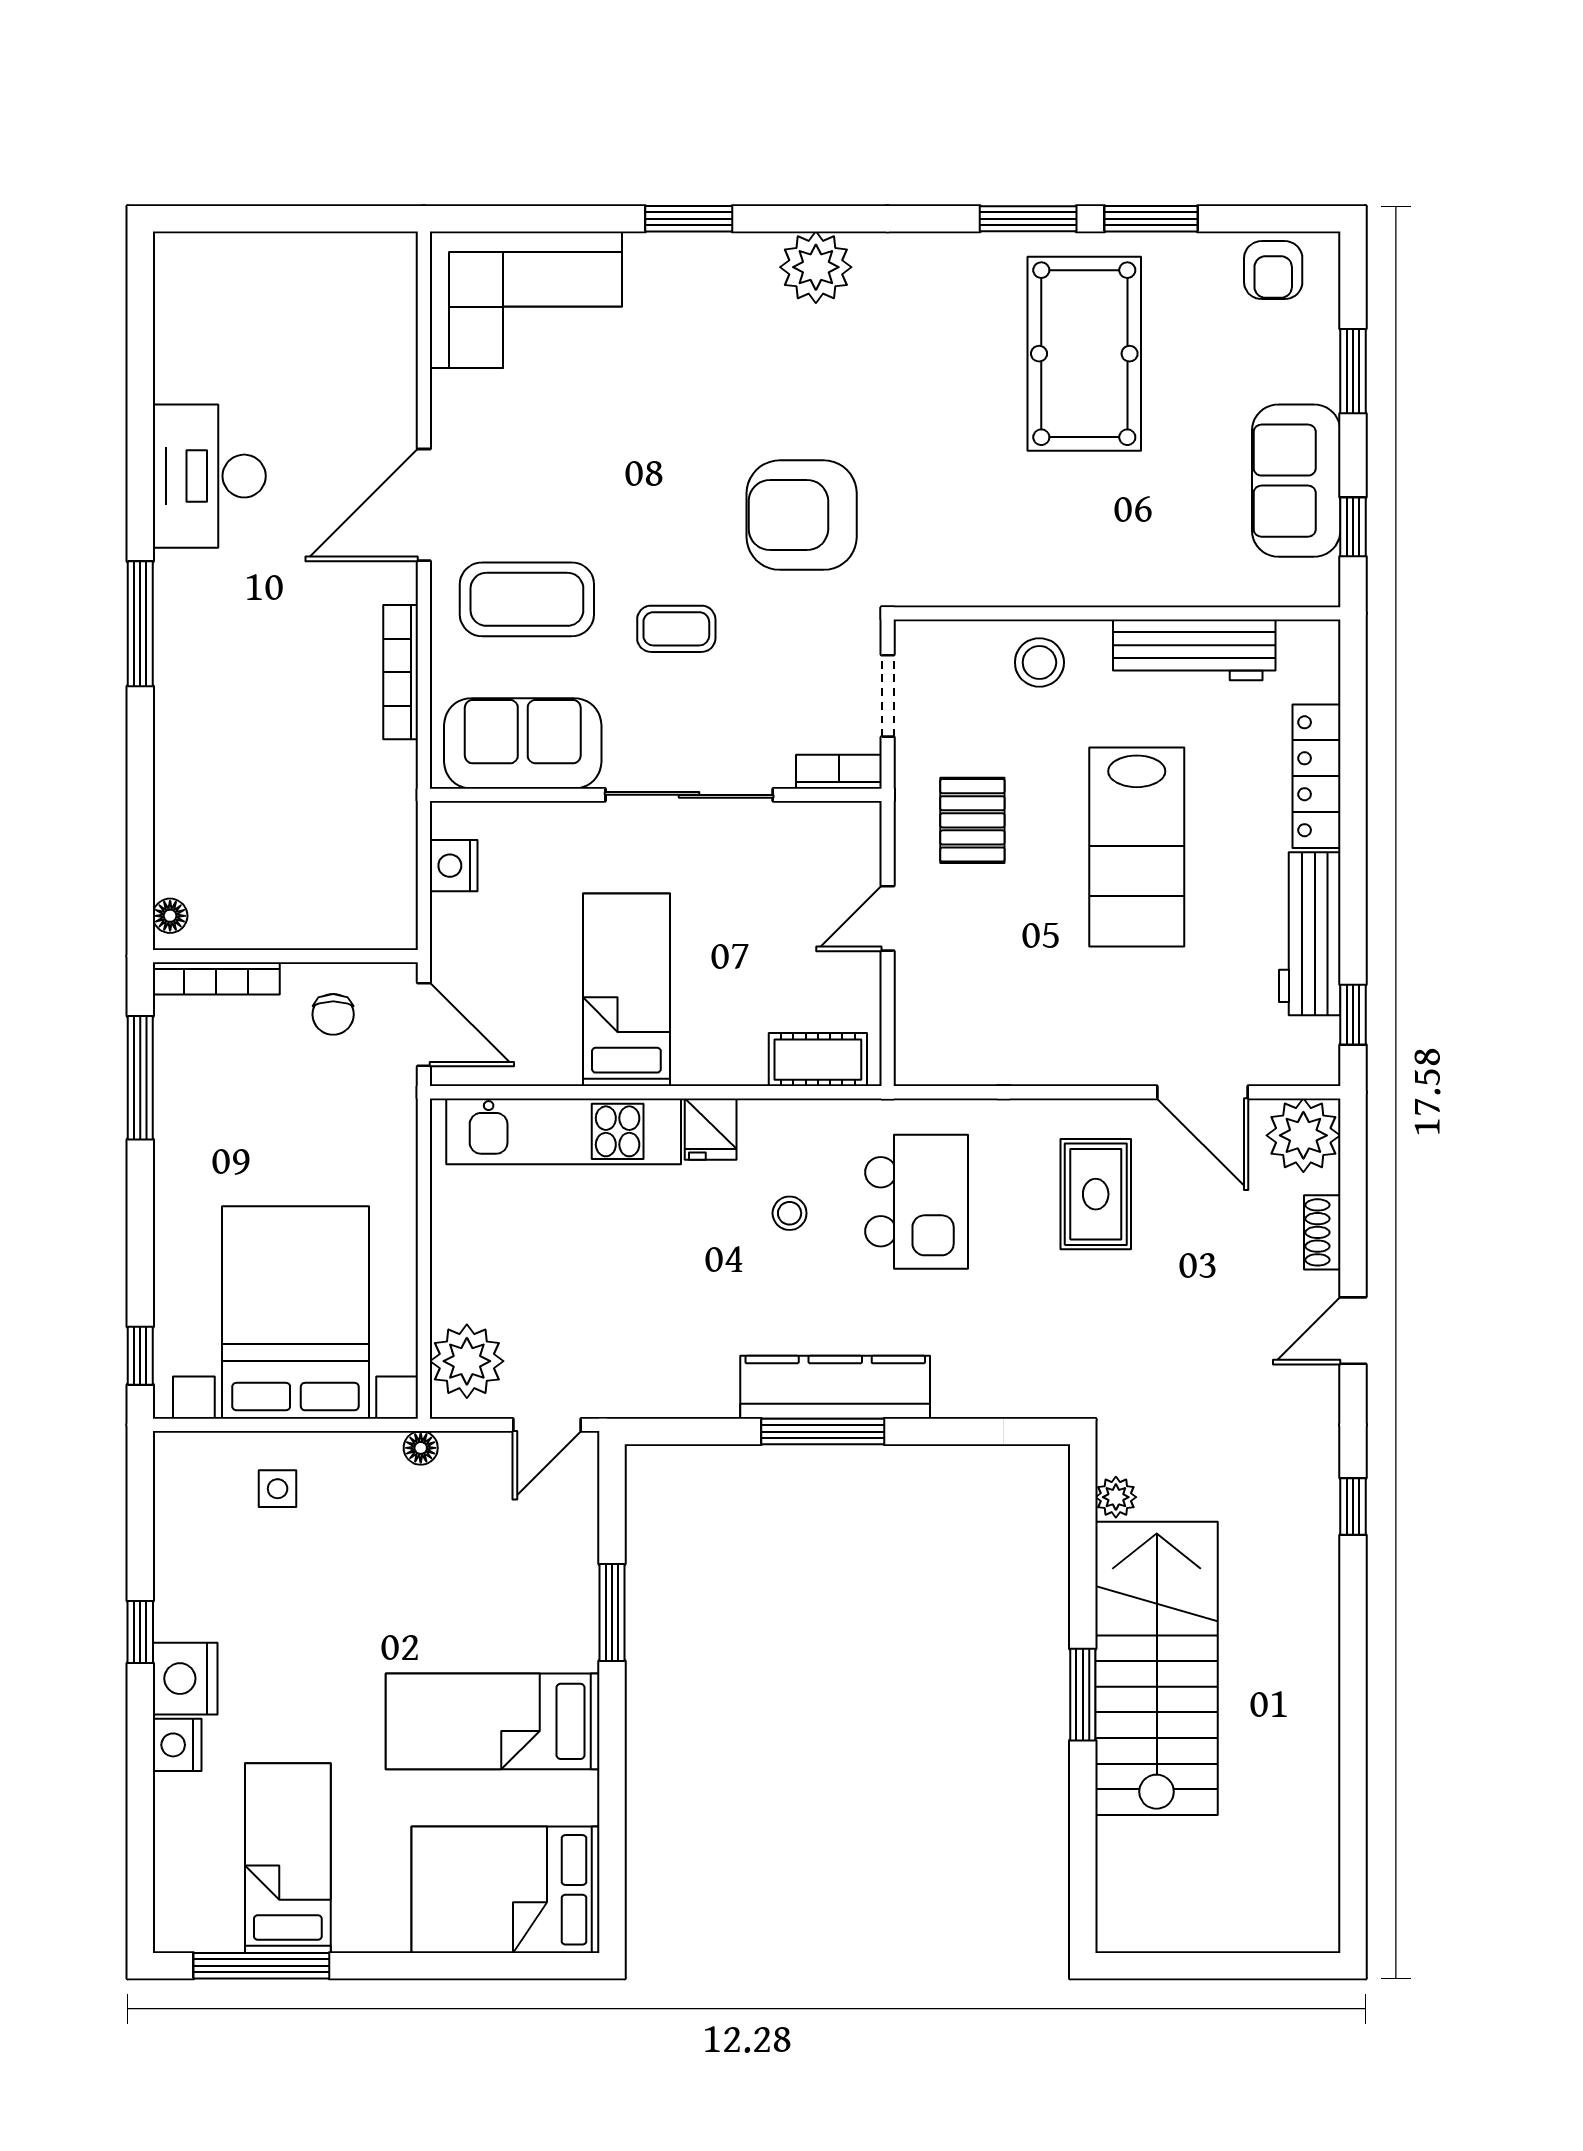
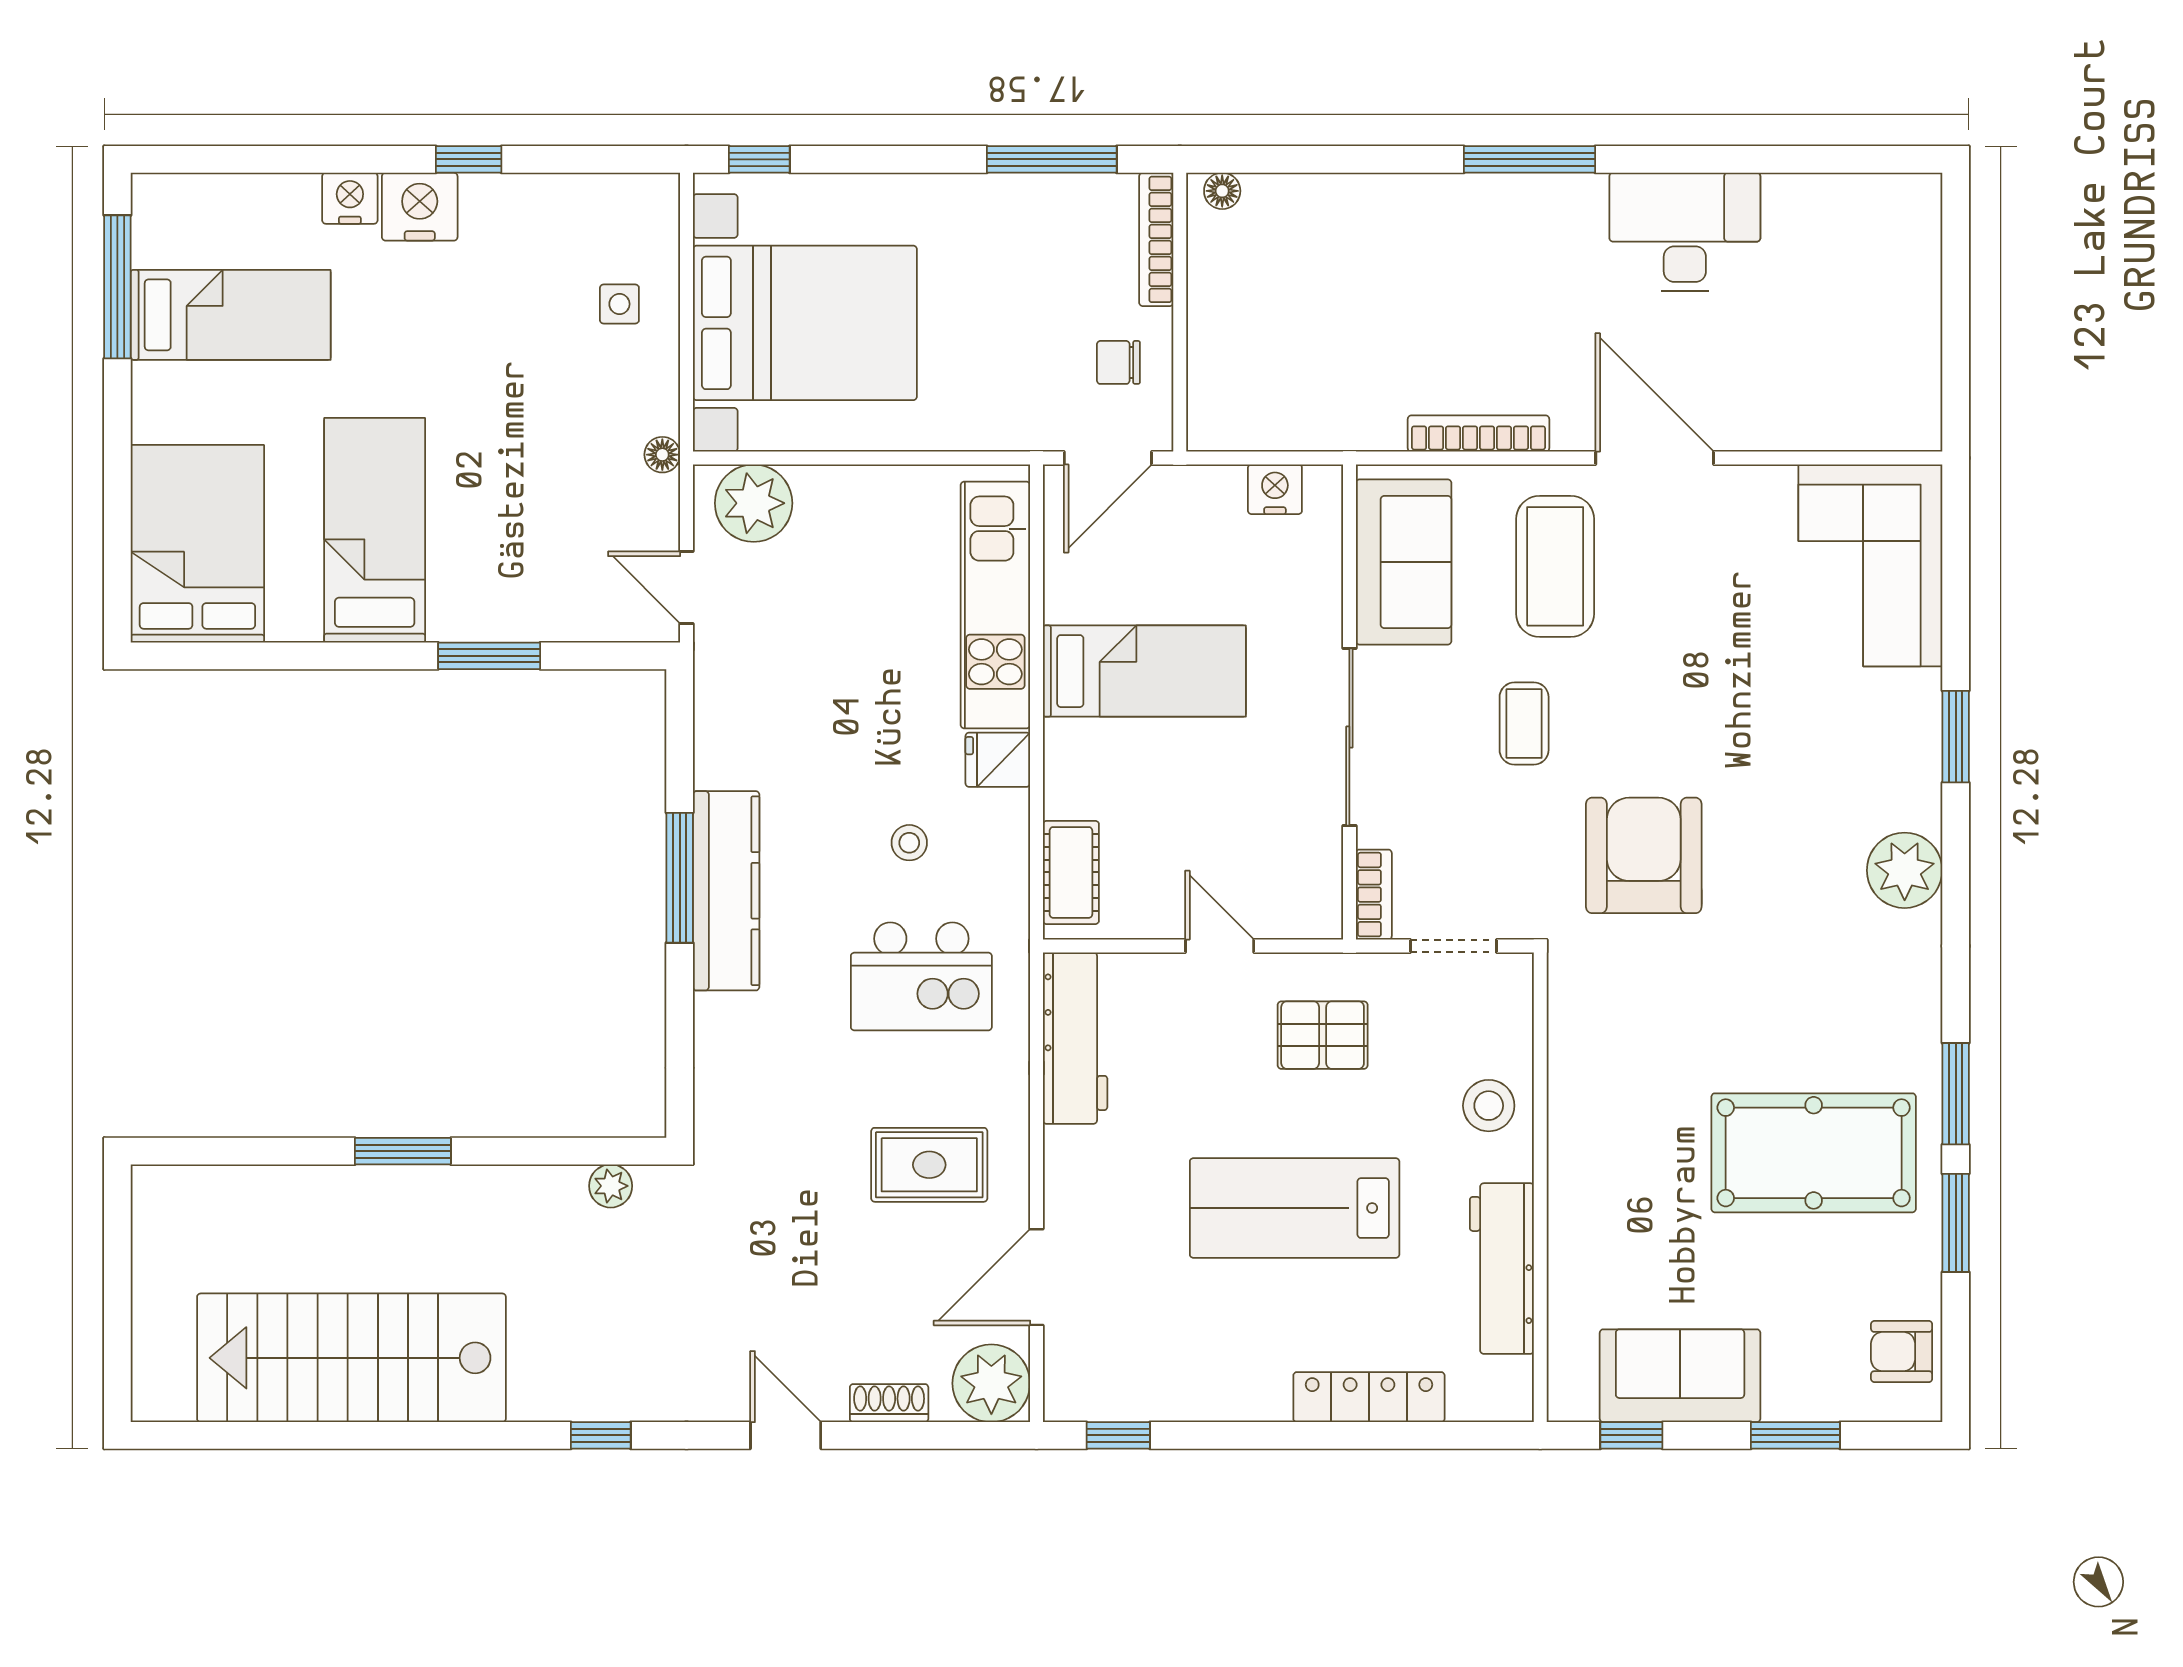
workbench: (1310, 934) -> (1075, 1038), moved, turned 90
stairs: (1157, 1668) -> (351, 1358), moved, turned 180

